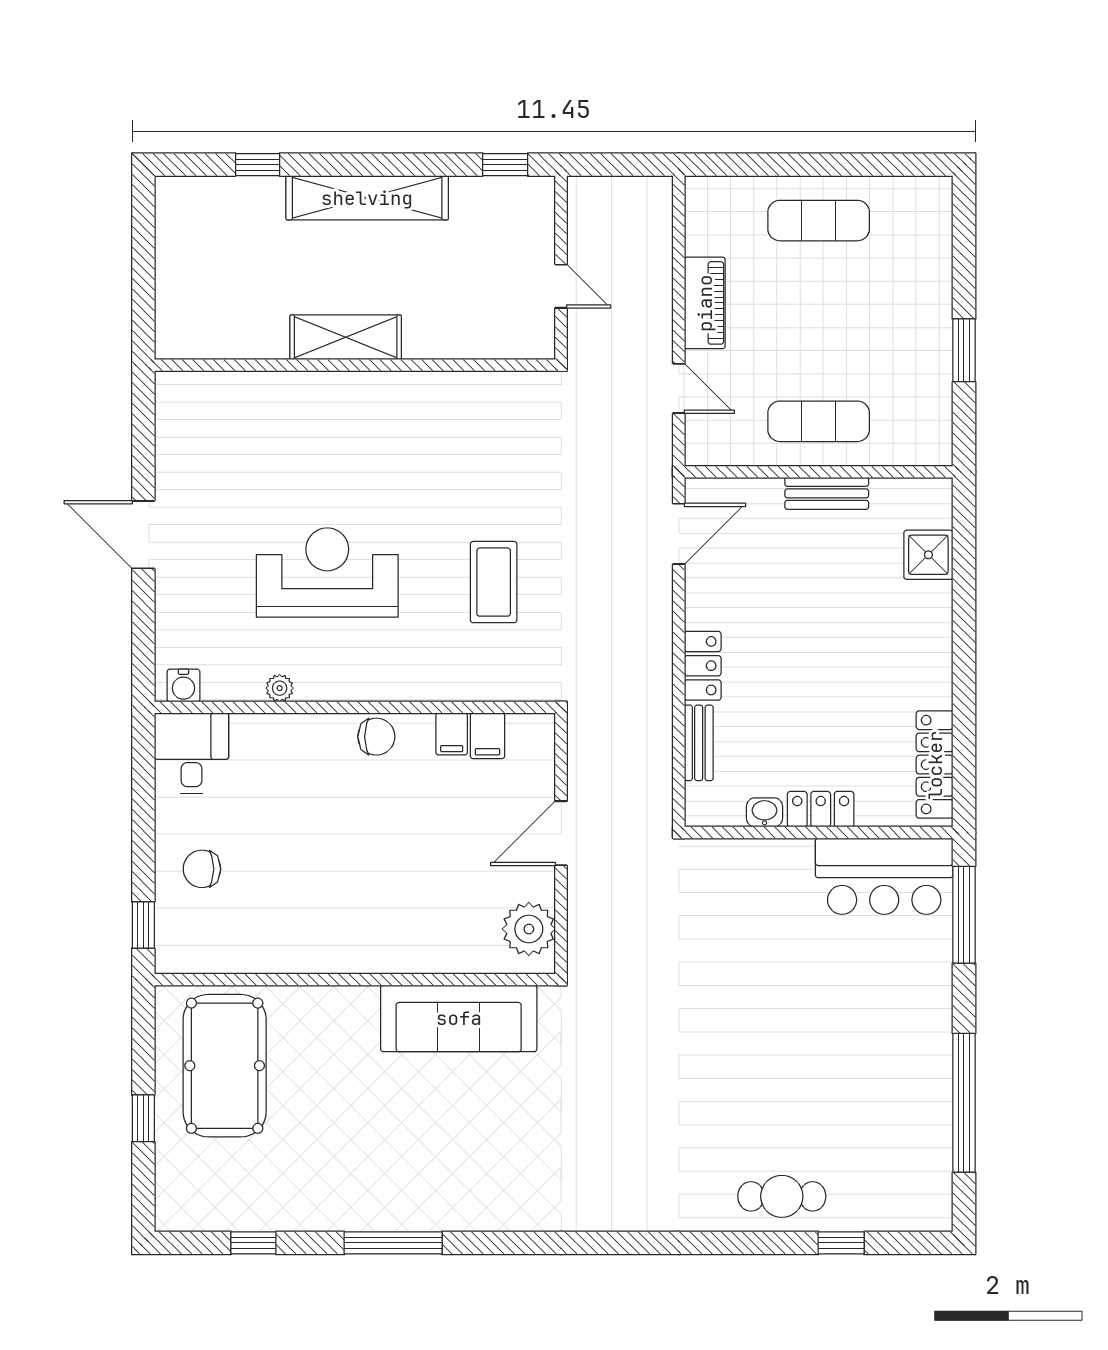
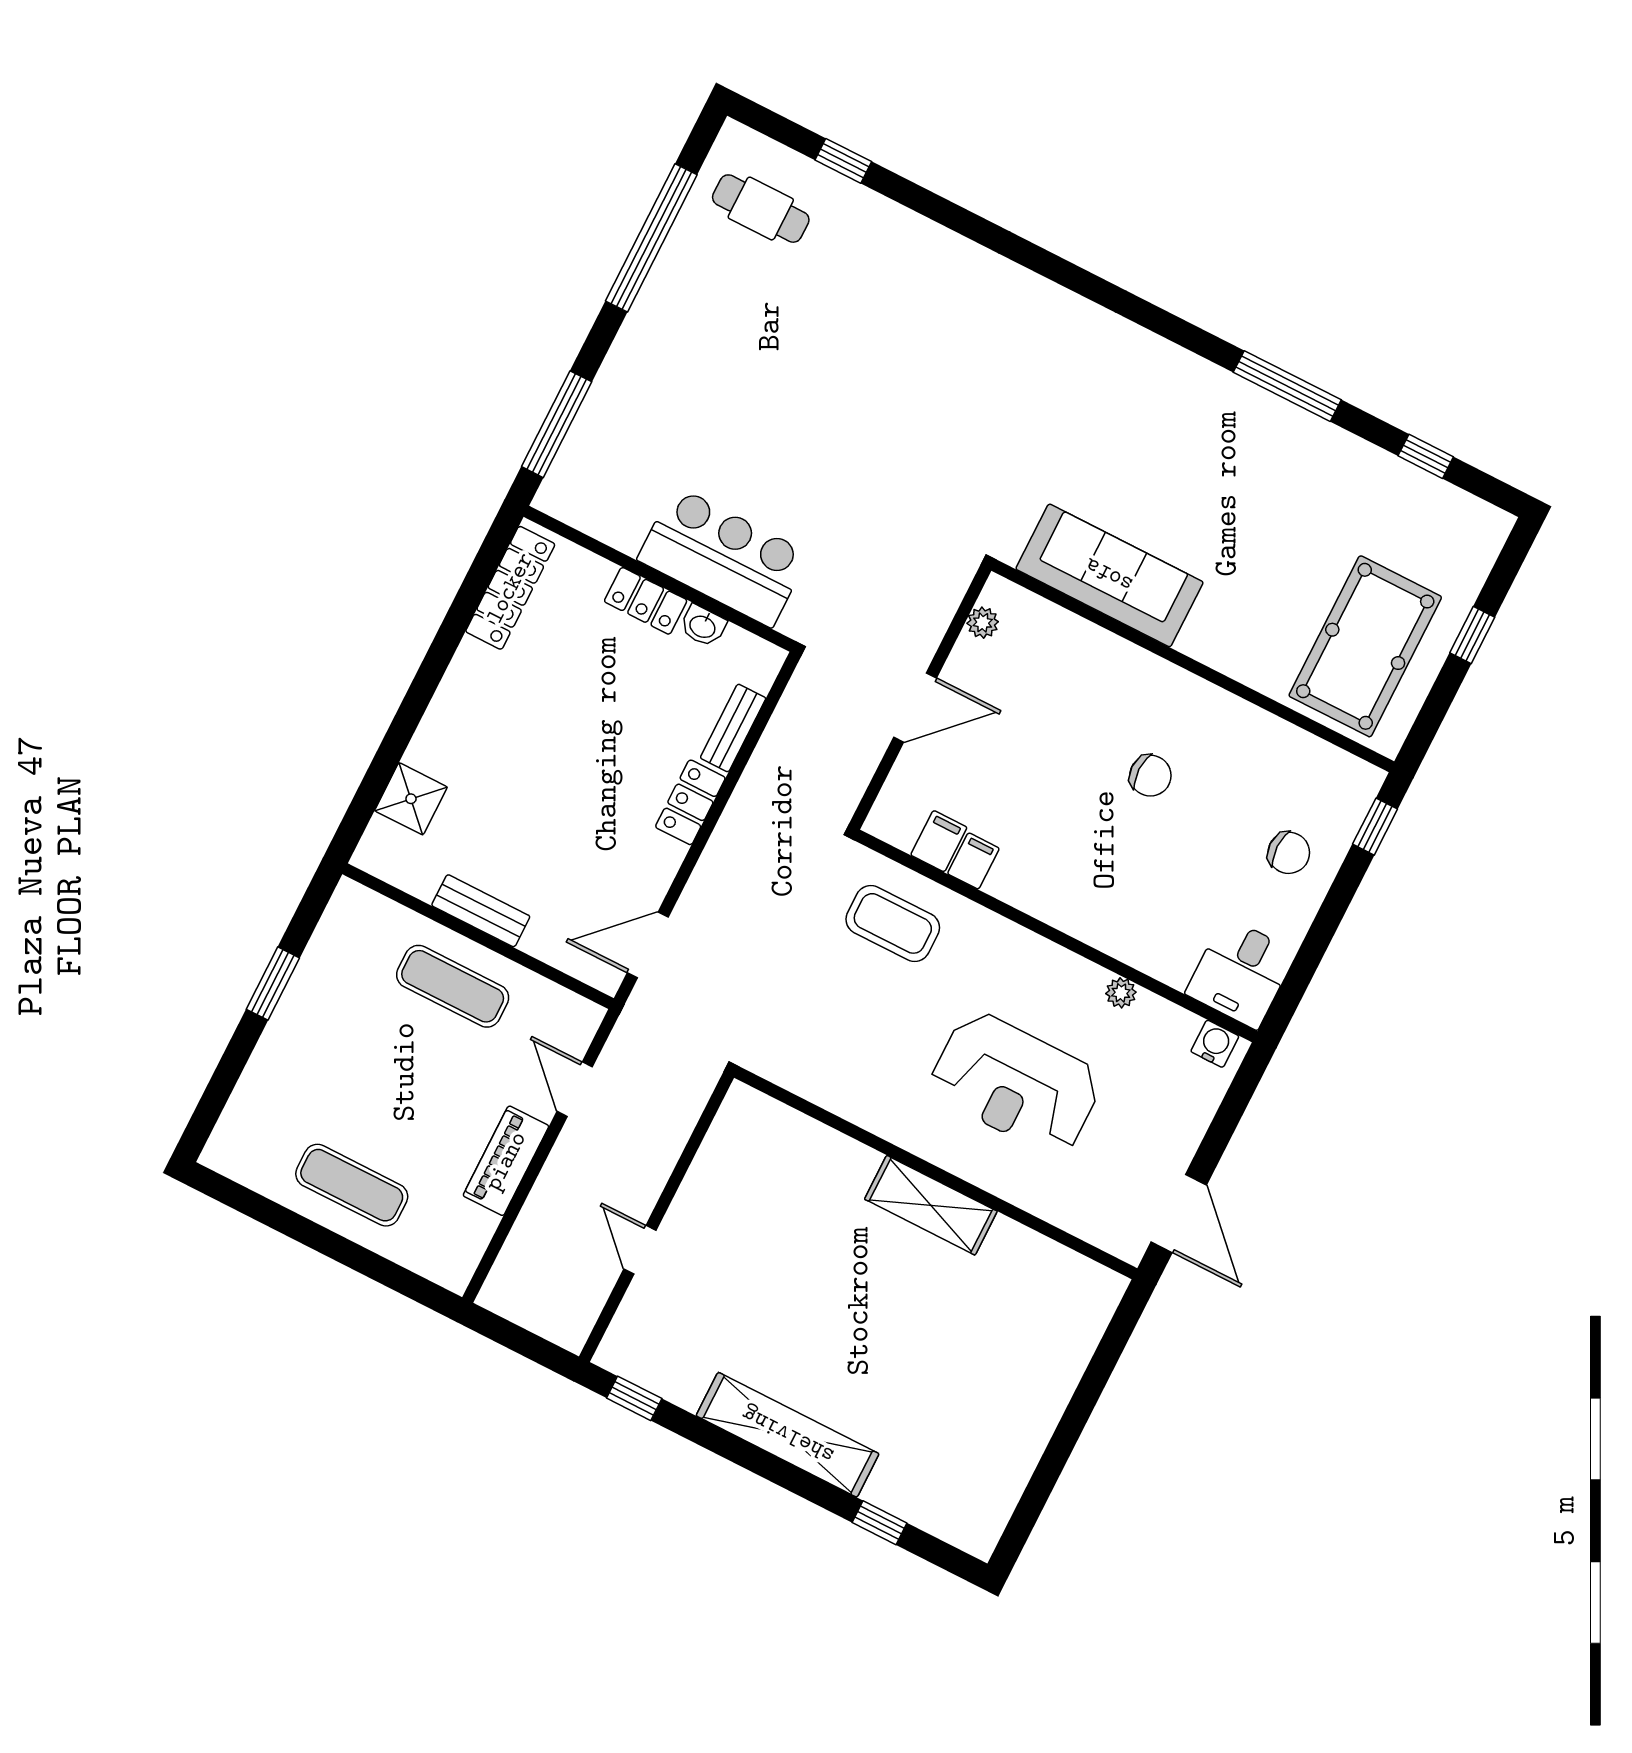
shelving: (346, 337) -> (931, 1205), moved
wall: (355, 365) -> (936, 1173), moved
coffee table: (494, 582) -> (893, 923), moved, turned 90
chair: (376, 737) -> (1150, 776), moved, turned 180
bar counter: (884, 876) -> (723, 557), moved
plant: (529, 929) -> (983, 623), width x0.53, depth x0.53
cafe table: (782, 1196) -> (761, 209), moved

